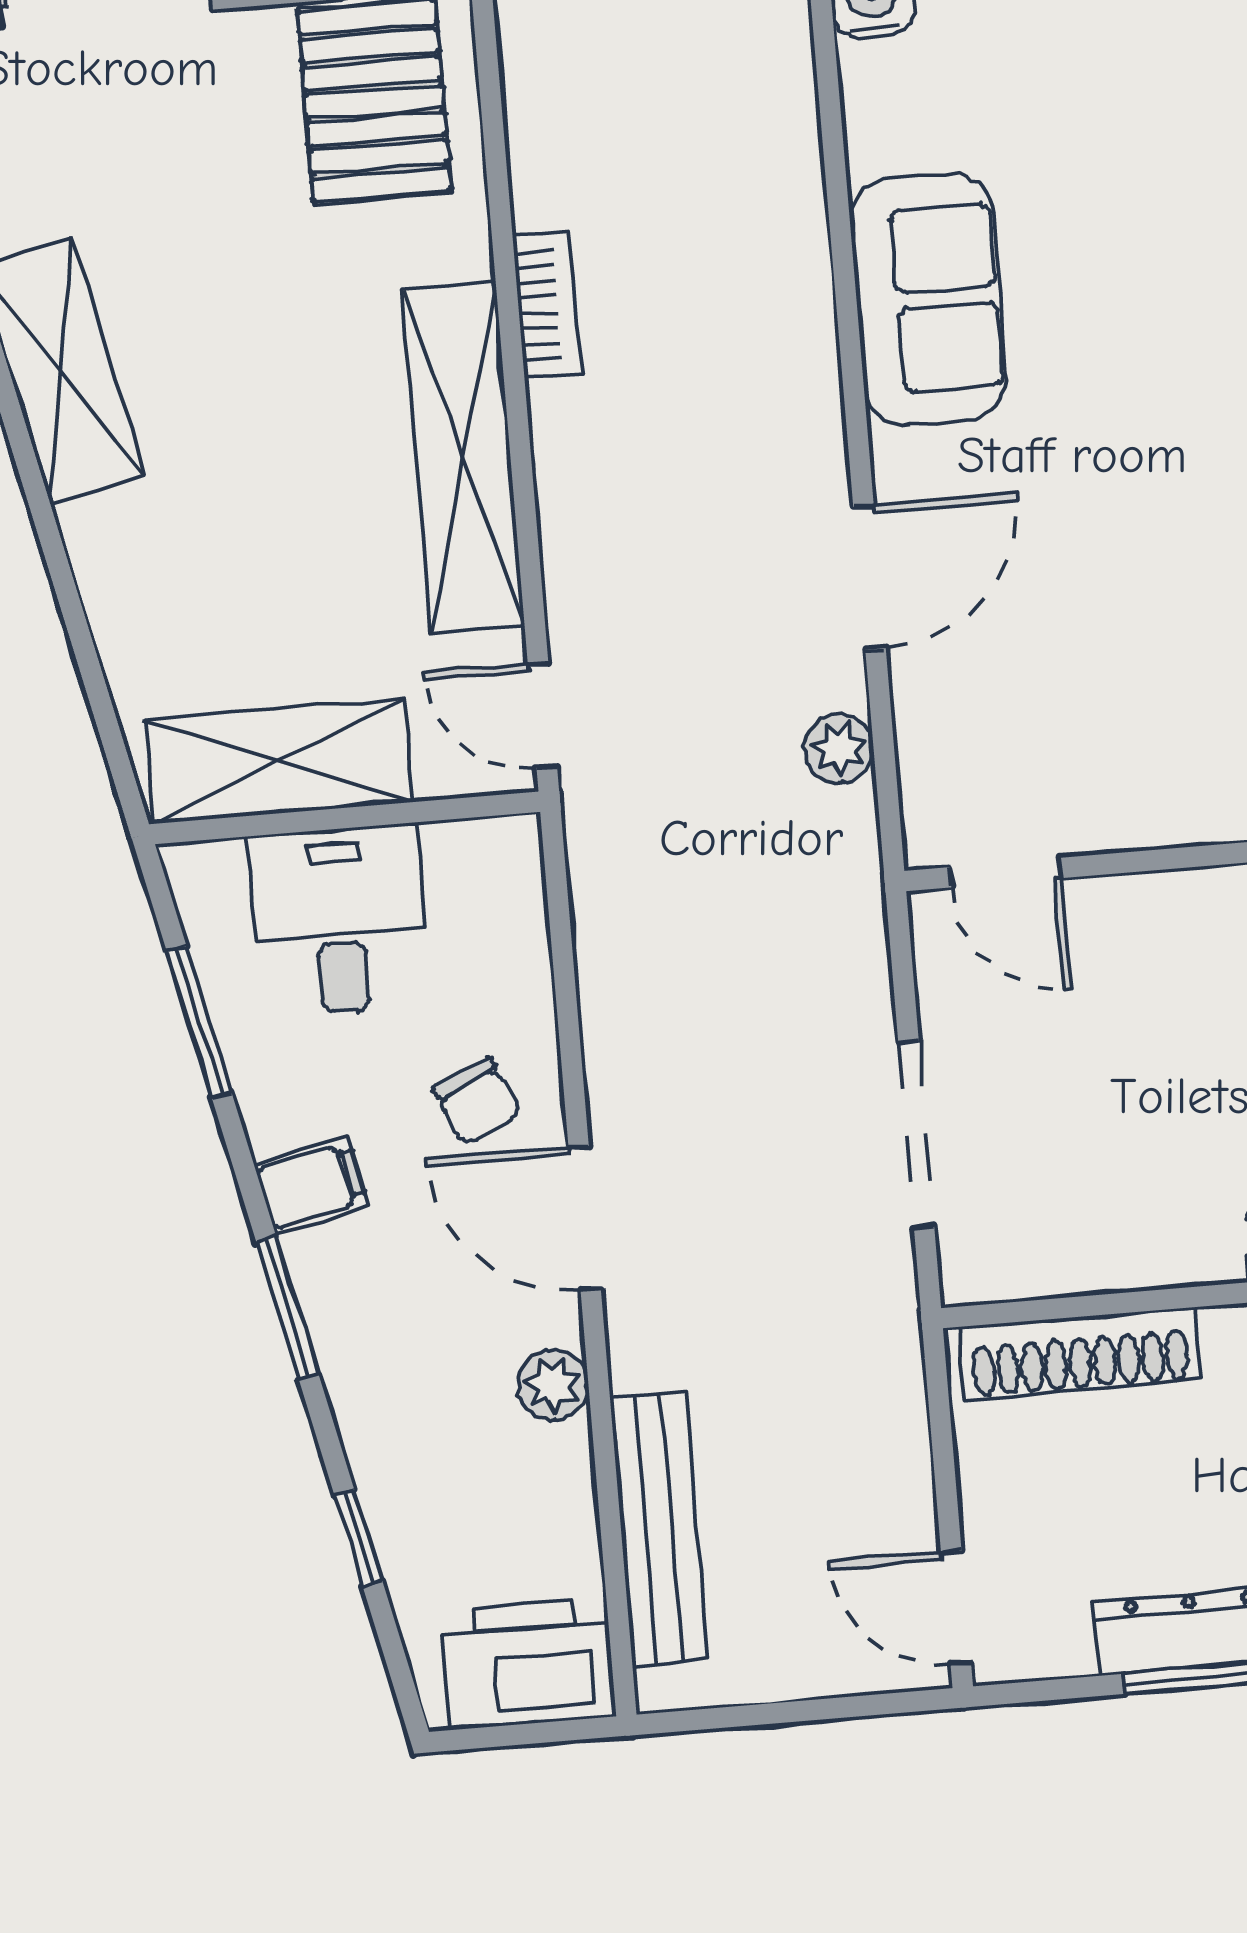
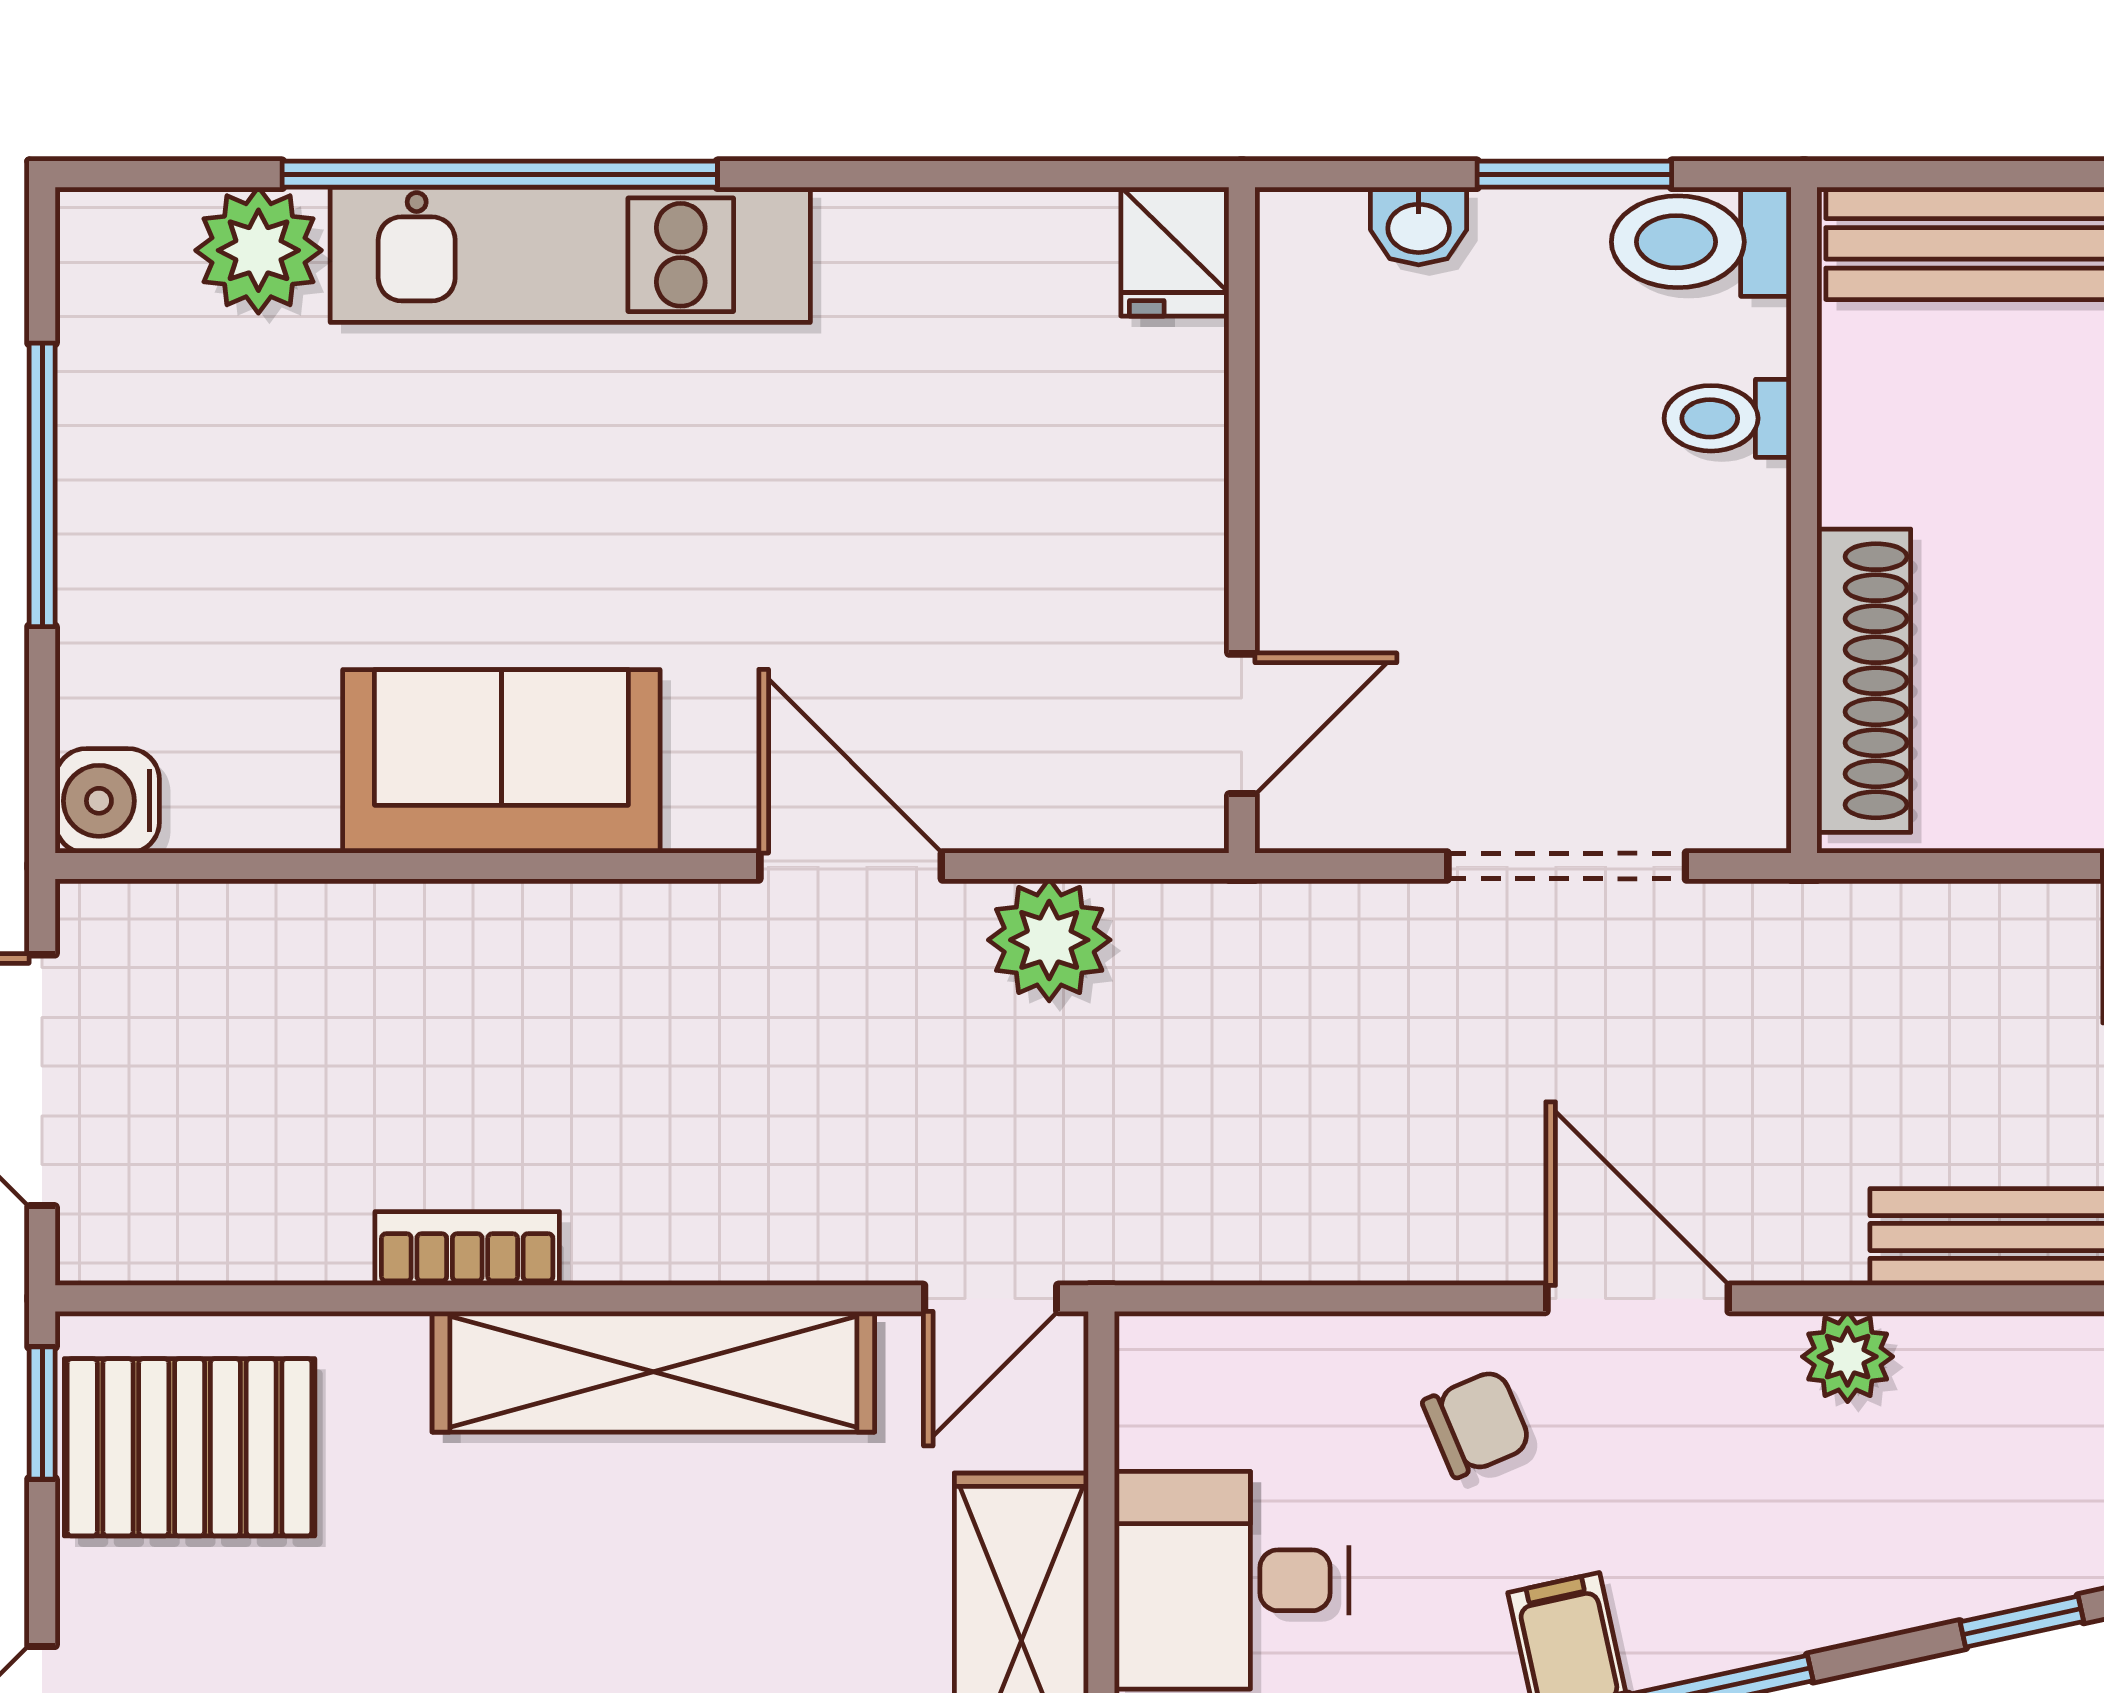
plant: (839, 749) -> (1049, 940), width x1.38, depth x1.38
door: (585, 1218) -> (1638, 1298), swing flipped

